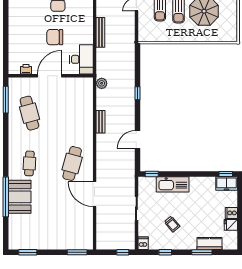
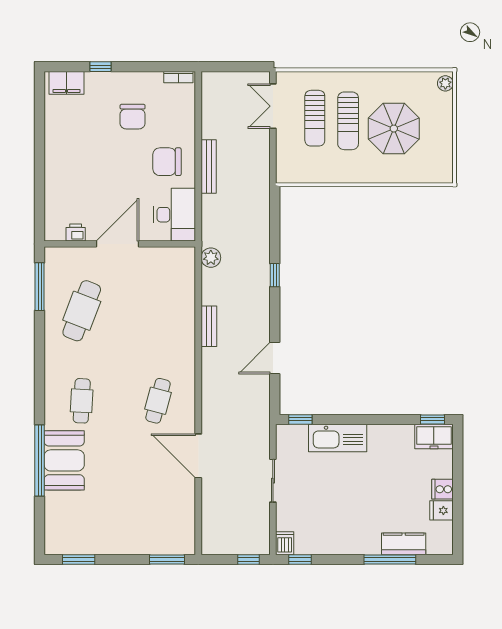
chair: (55, 37) -> (167, 162), moved
cafe table: (29, 113) -> (82, 311), turned 36
cafe table: (72, 163) -> (158, 401), width x0.73, depth x0.74
trolley: (172, 224) -> (337, 509), removed
window: (165, 252) -> (300, 559), moved
window: (202, 252) -> (390, 559), width x1.44

